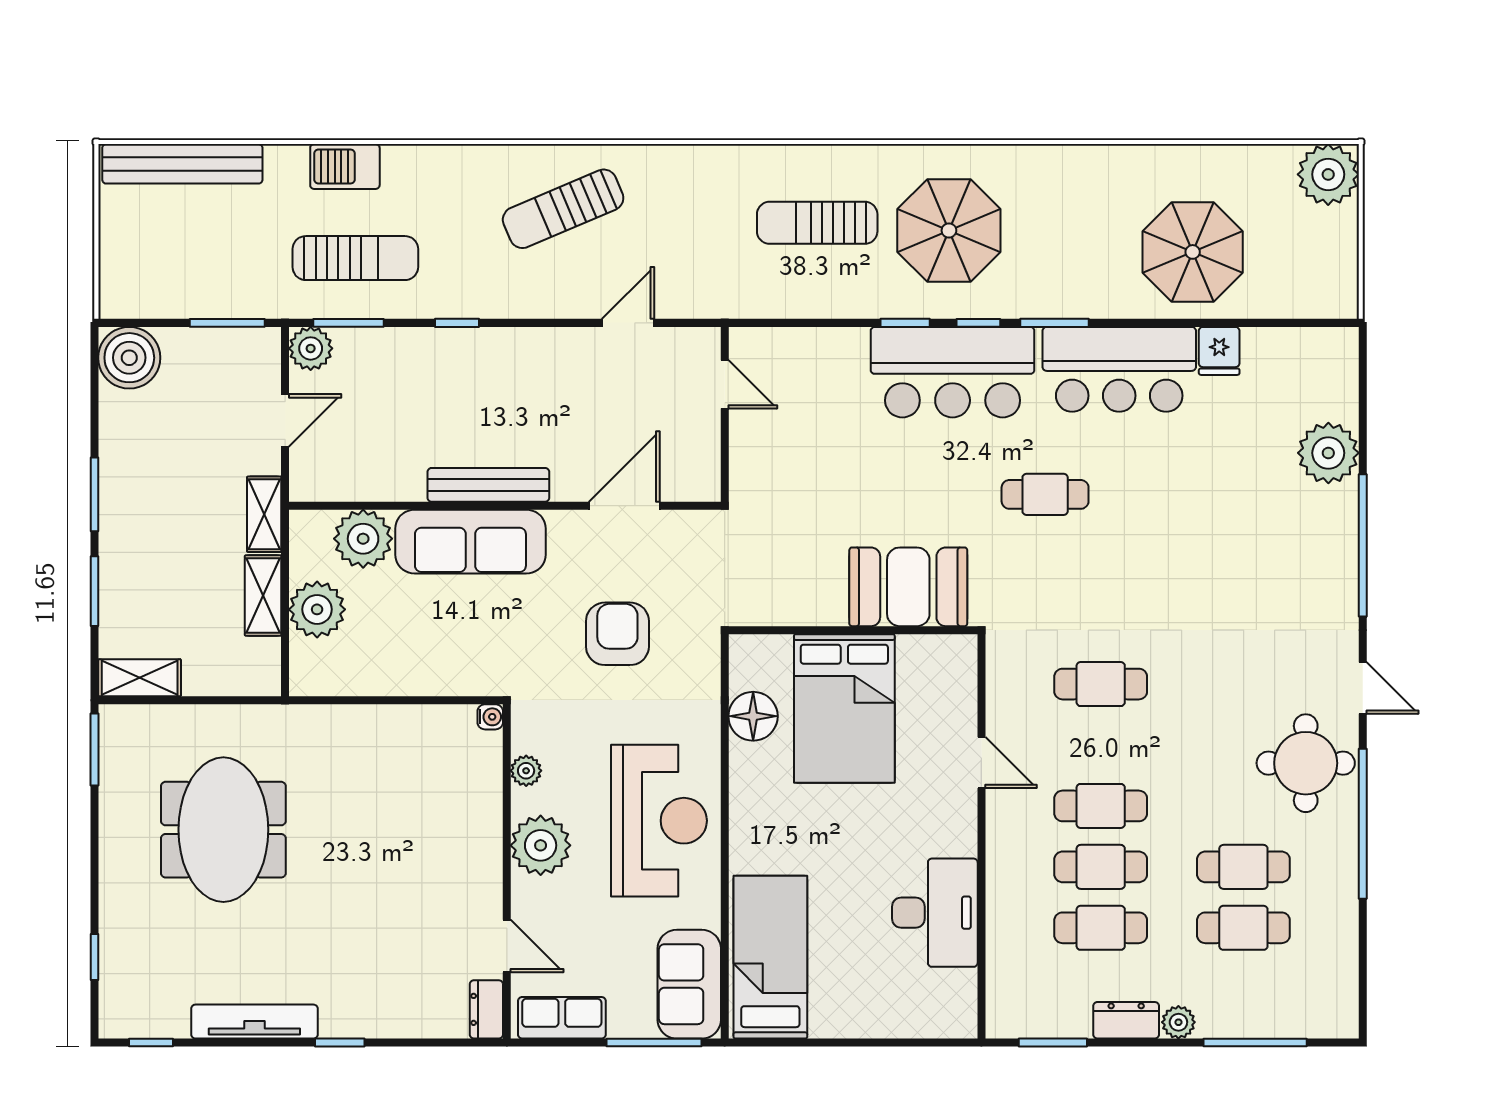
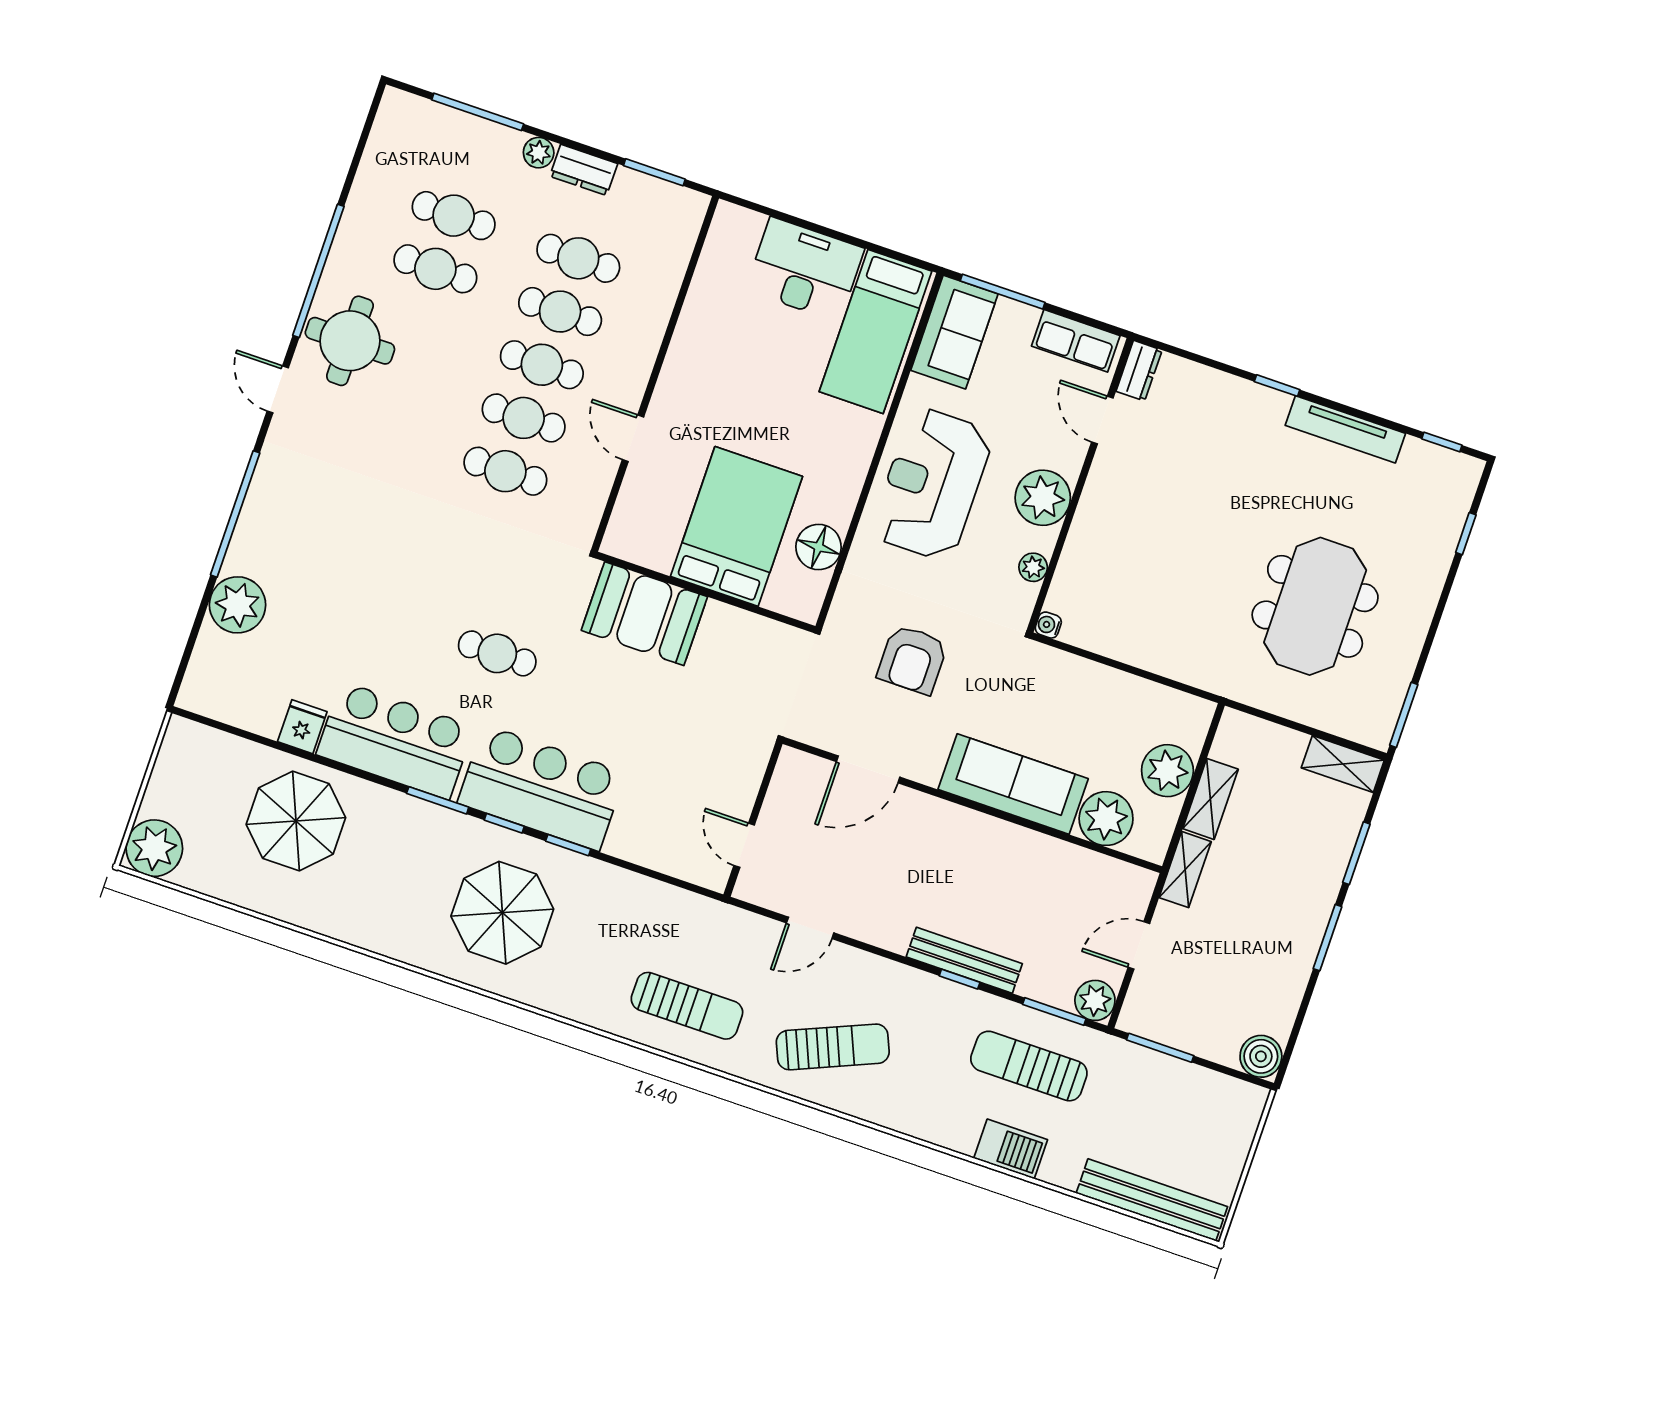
sun lounger: (817, 223) -> (687, 1006), moved
boiler: (129, 358) -> (1261, 1056), width x0.73, depth x0.73
bench: (488, 485) -> (964, 960), moved
cafe table: (1101, 745) -> (524, 418), added
desk: (935, 913) -> (805, 269), moved, turned 90

